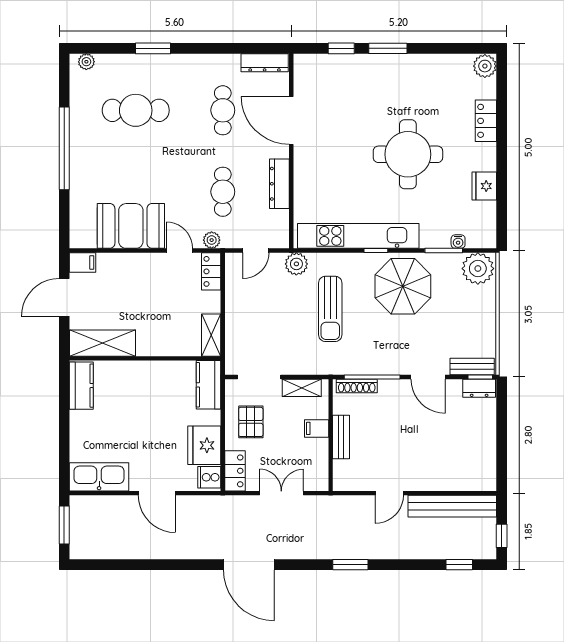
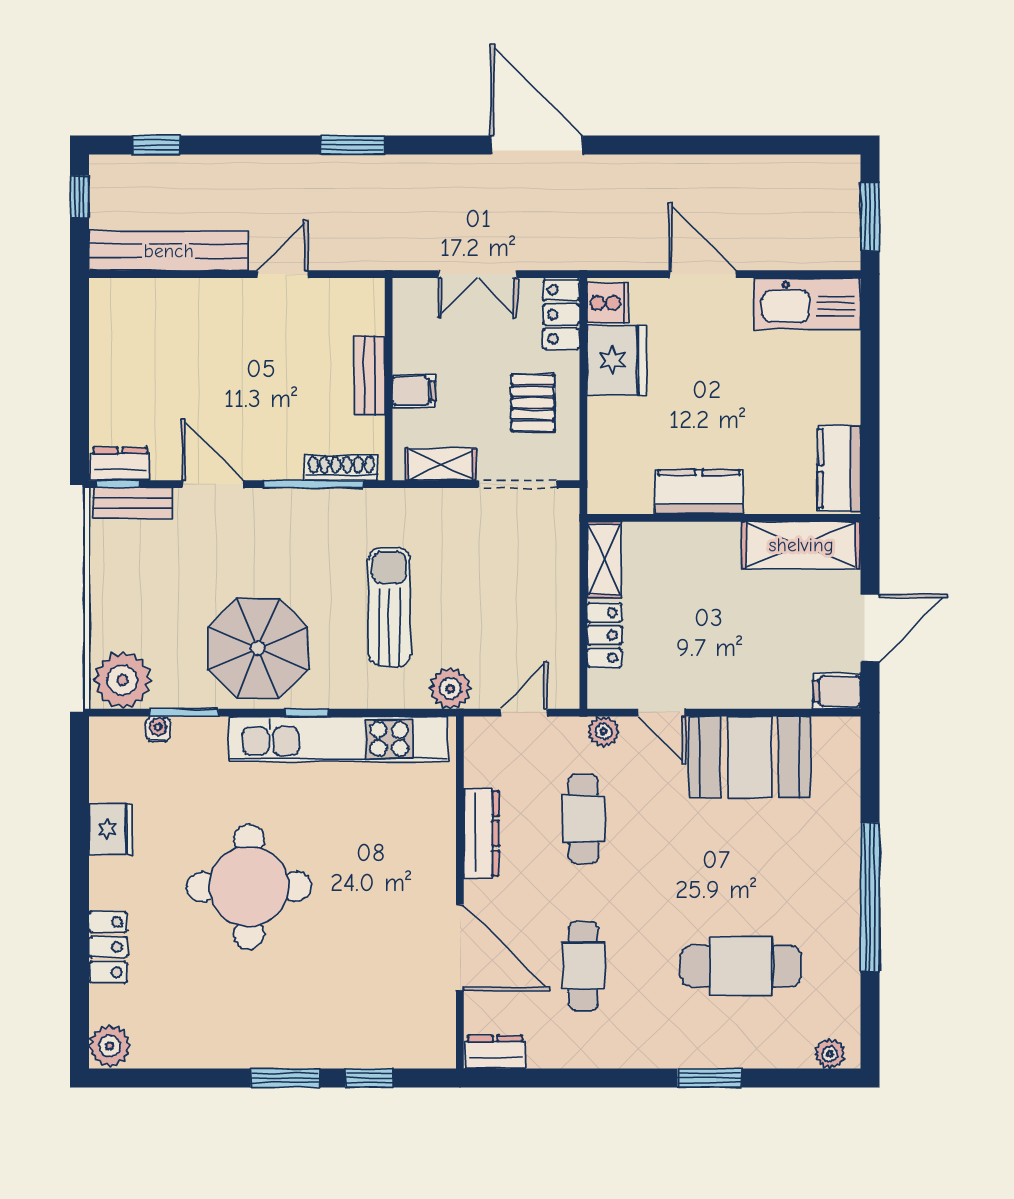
dresser: (265, 63) -> (495, 1052), width x0.70
locker: (211, 271) -> (604, 635), moved
kitchen counter: (209, 385) -> (699, 492), moved, turned -90

